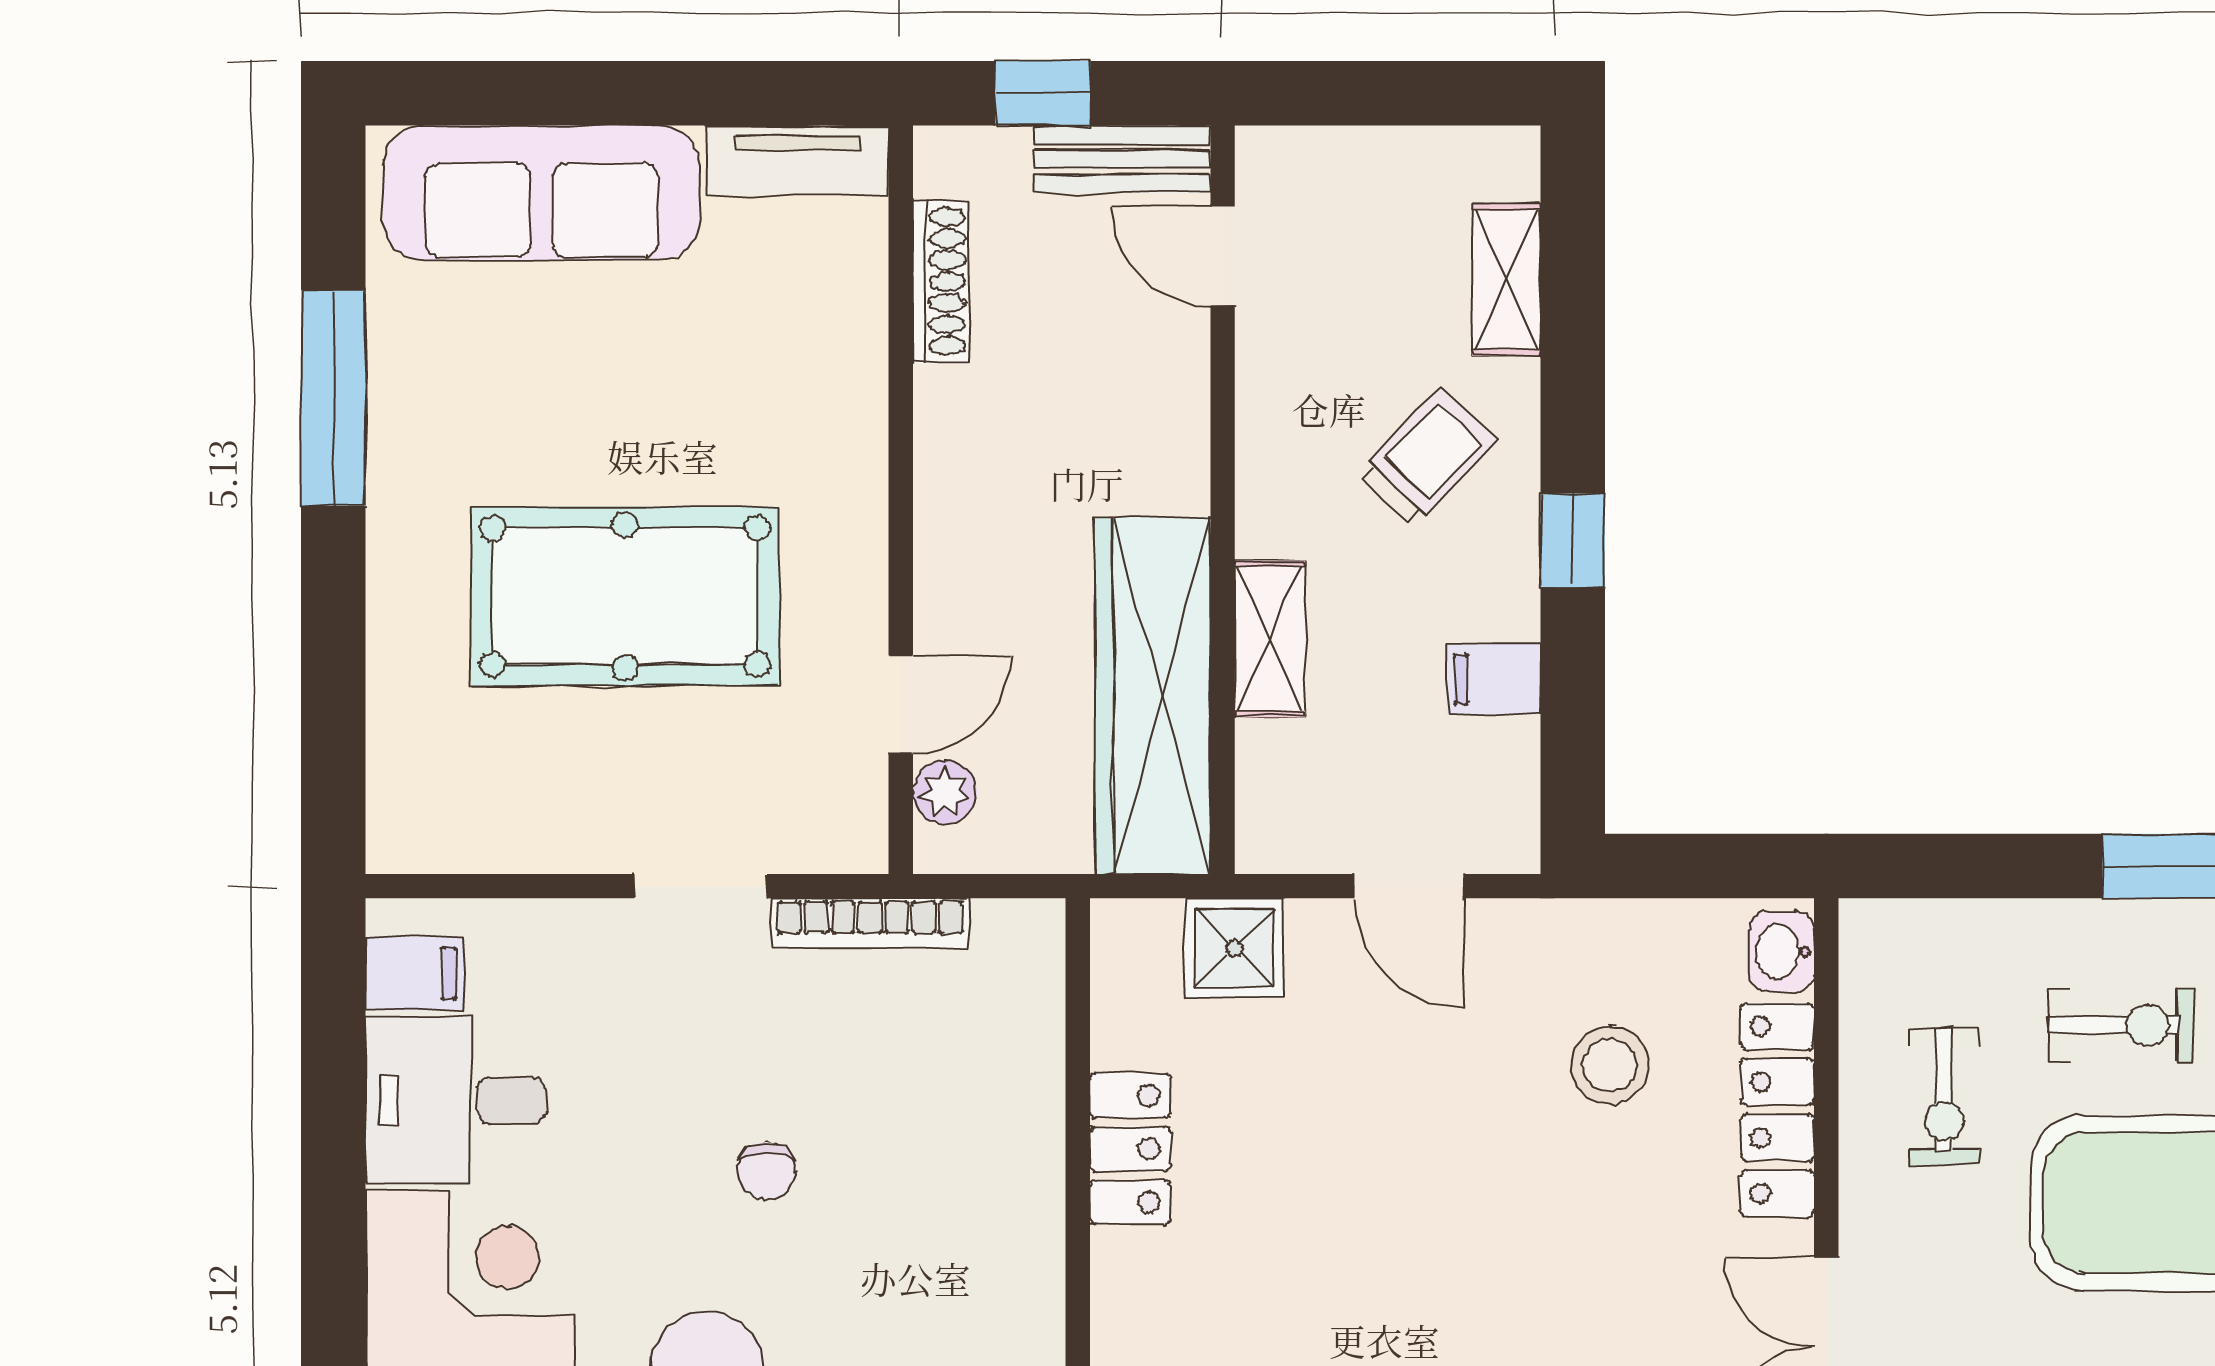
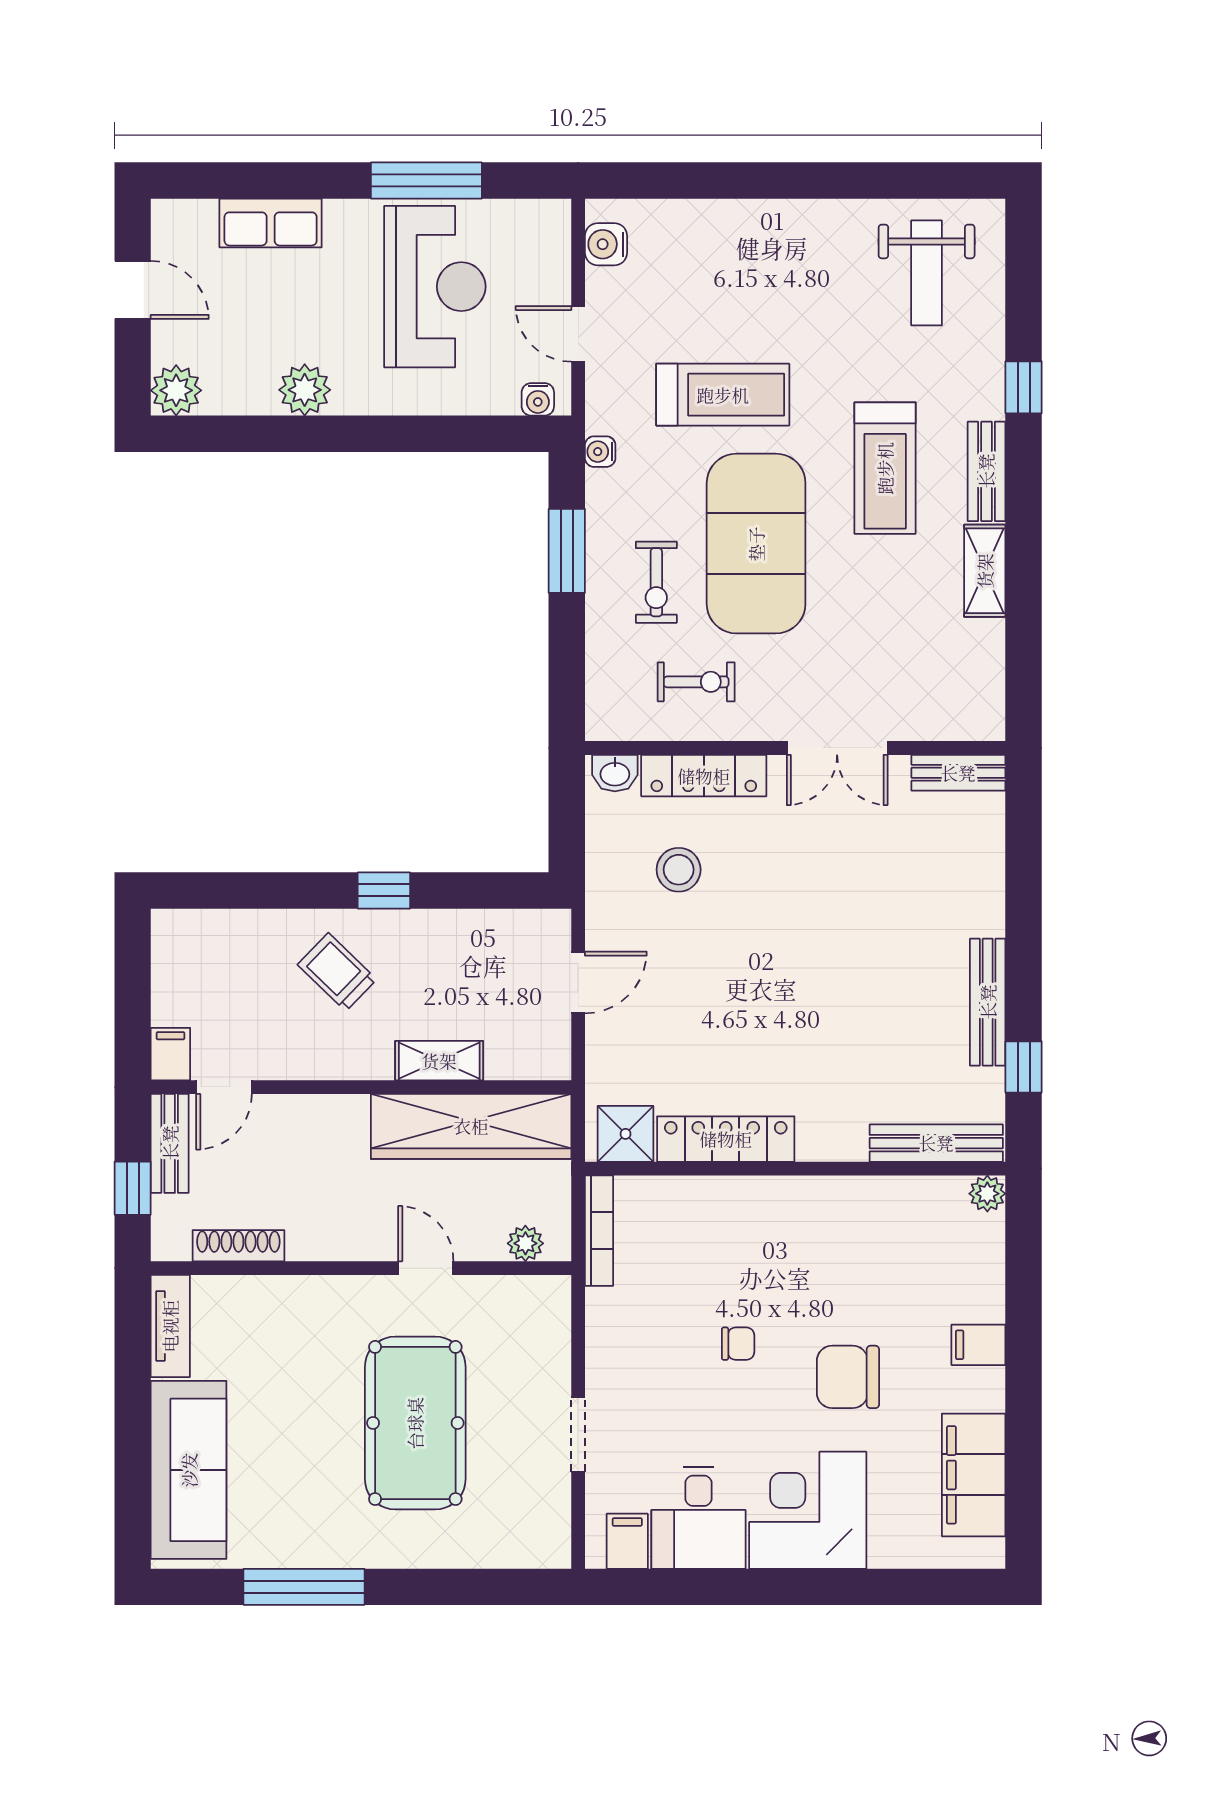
shelving: (1506, 280) -> (237, 928), removed
filing cabinet: (1494, 679) -> (170, 1054), moved, turned 180
door: (901, 705) -> (426, 1268), moved
doorway: (701, 886) -> (578, 1434), moved
bookcase: (870, 923) -> (599, 1231), moved
shower: (1234, 948) -> (626, 1134), moved
exercise bike: (2121, 1025) -> (656, 582), turned 180
locker: (1130, 1149) -> (726, 1139), width x1.53

